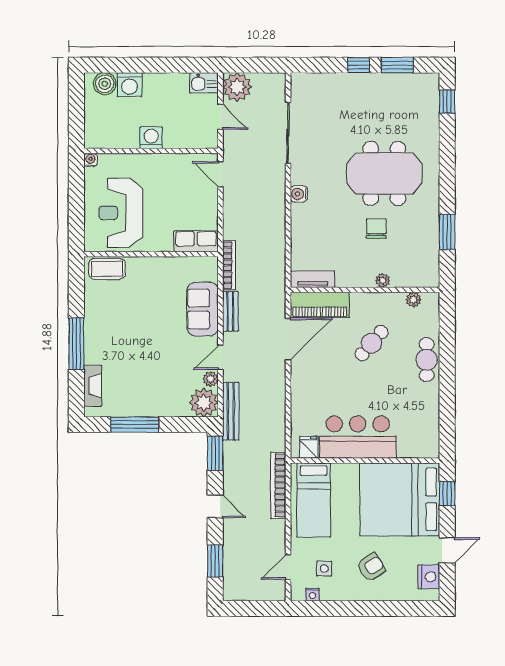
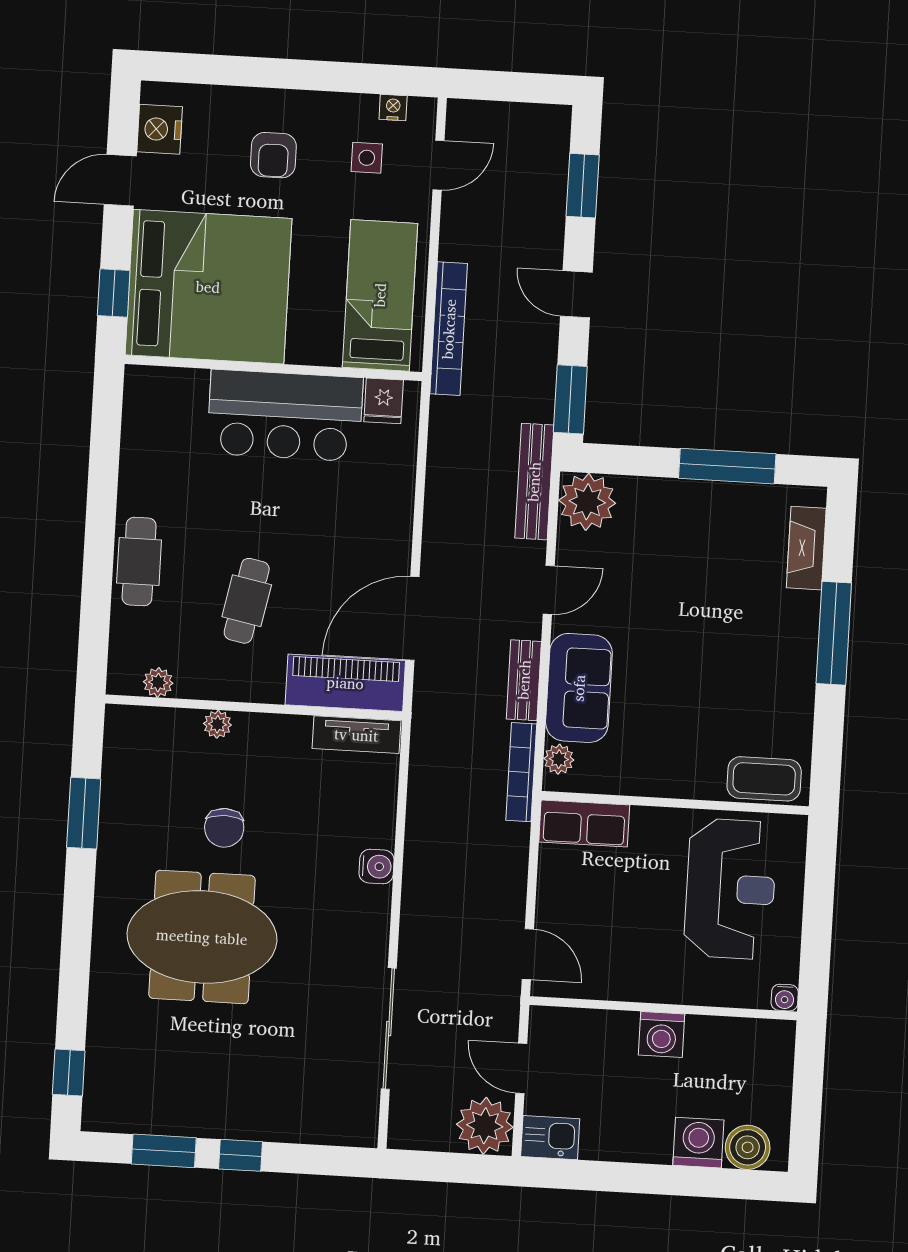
water cooler: (299, 194) -> (377, 866), moved
cafe table: (372, 343) -> (247, 601), turned -30
plant: (211, 379) -> (559, 759), moved
armchair: (371, 567) -> (273, 155), turned -58

